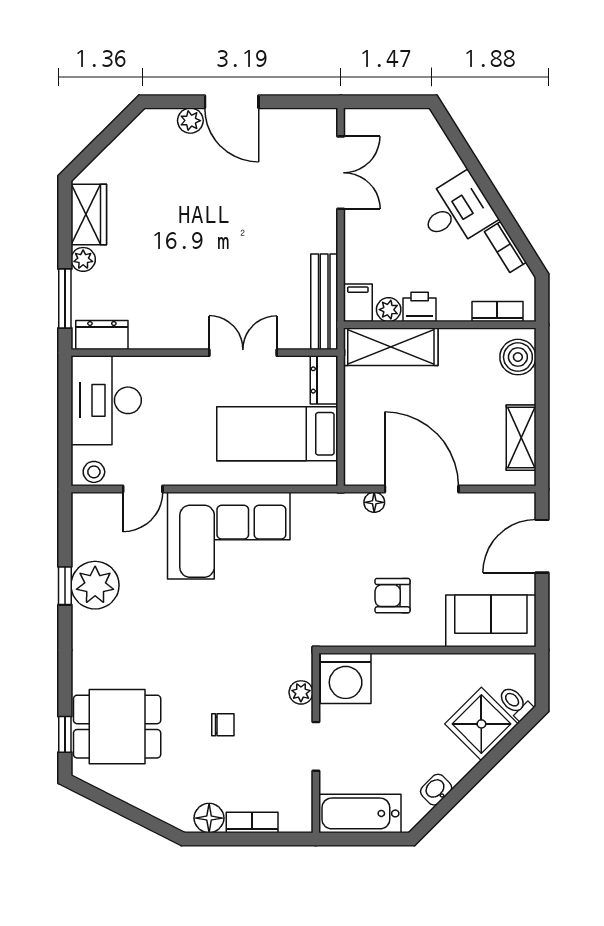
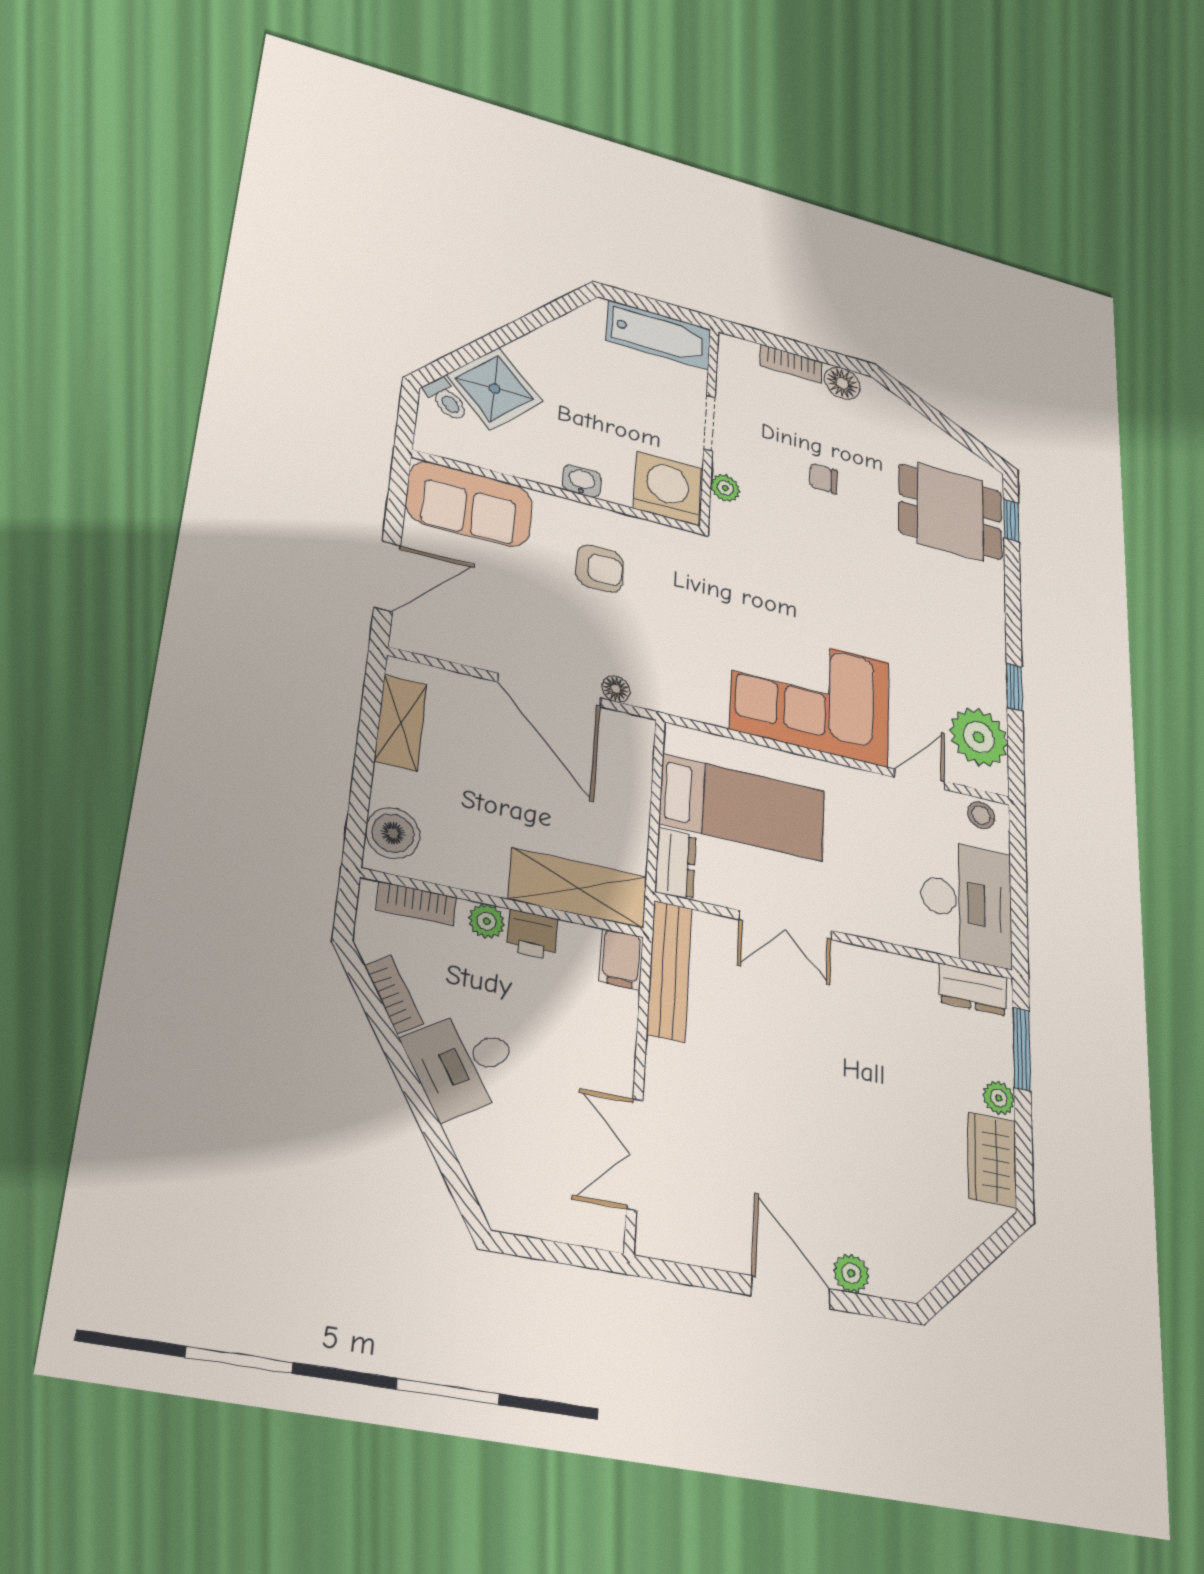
plant: (389, 310) -> (487, 921), moved
plant: (95, 585) -> (979, 737), moved
washbasin: (436, 790) -> (582, 481), moved, turned -135

